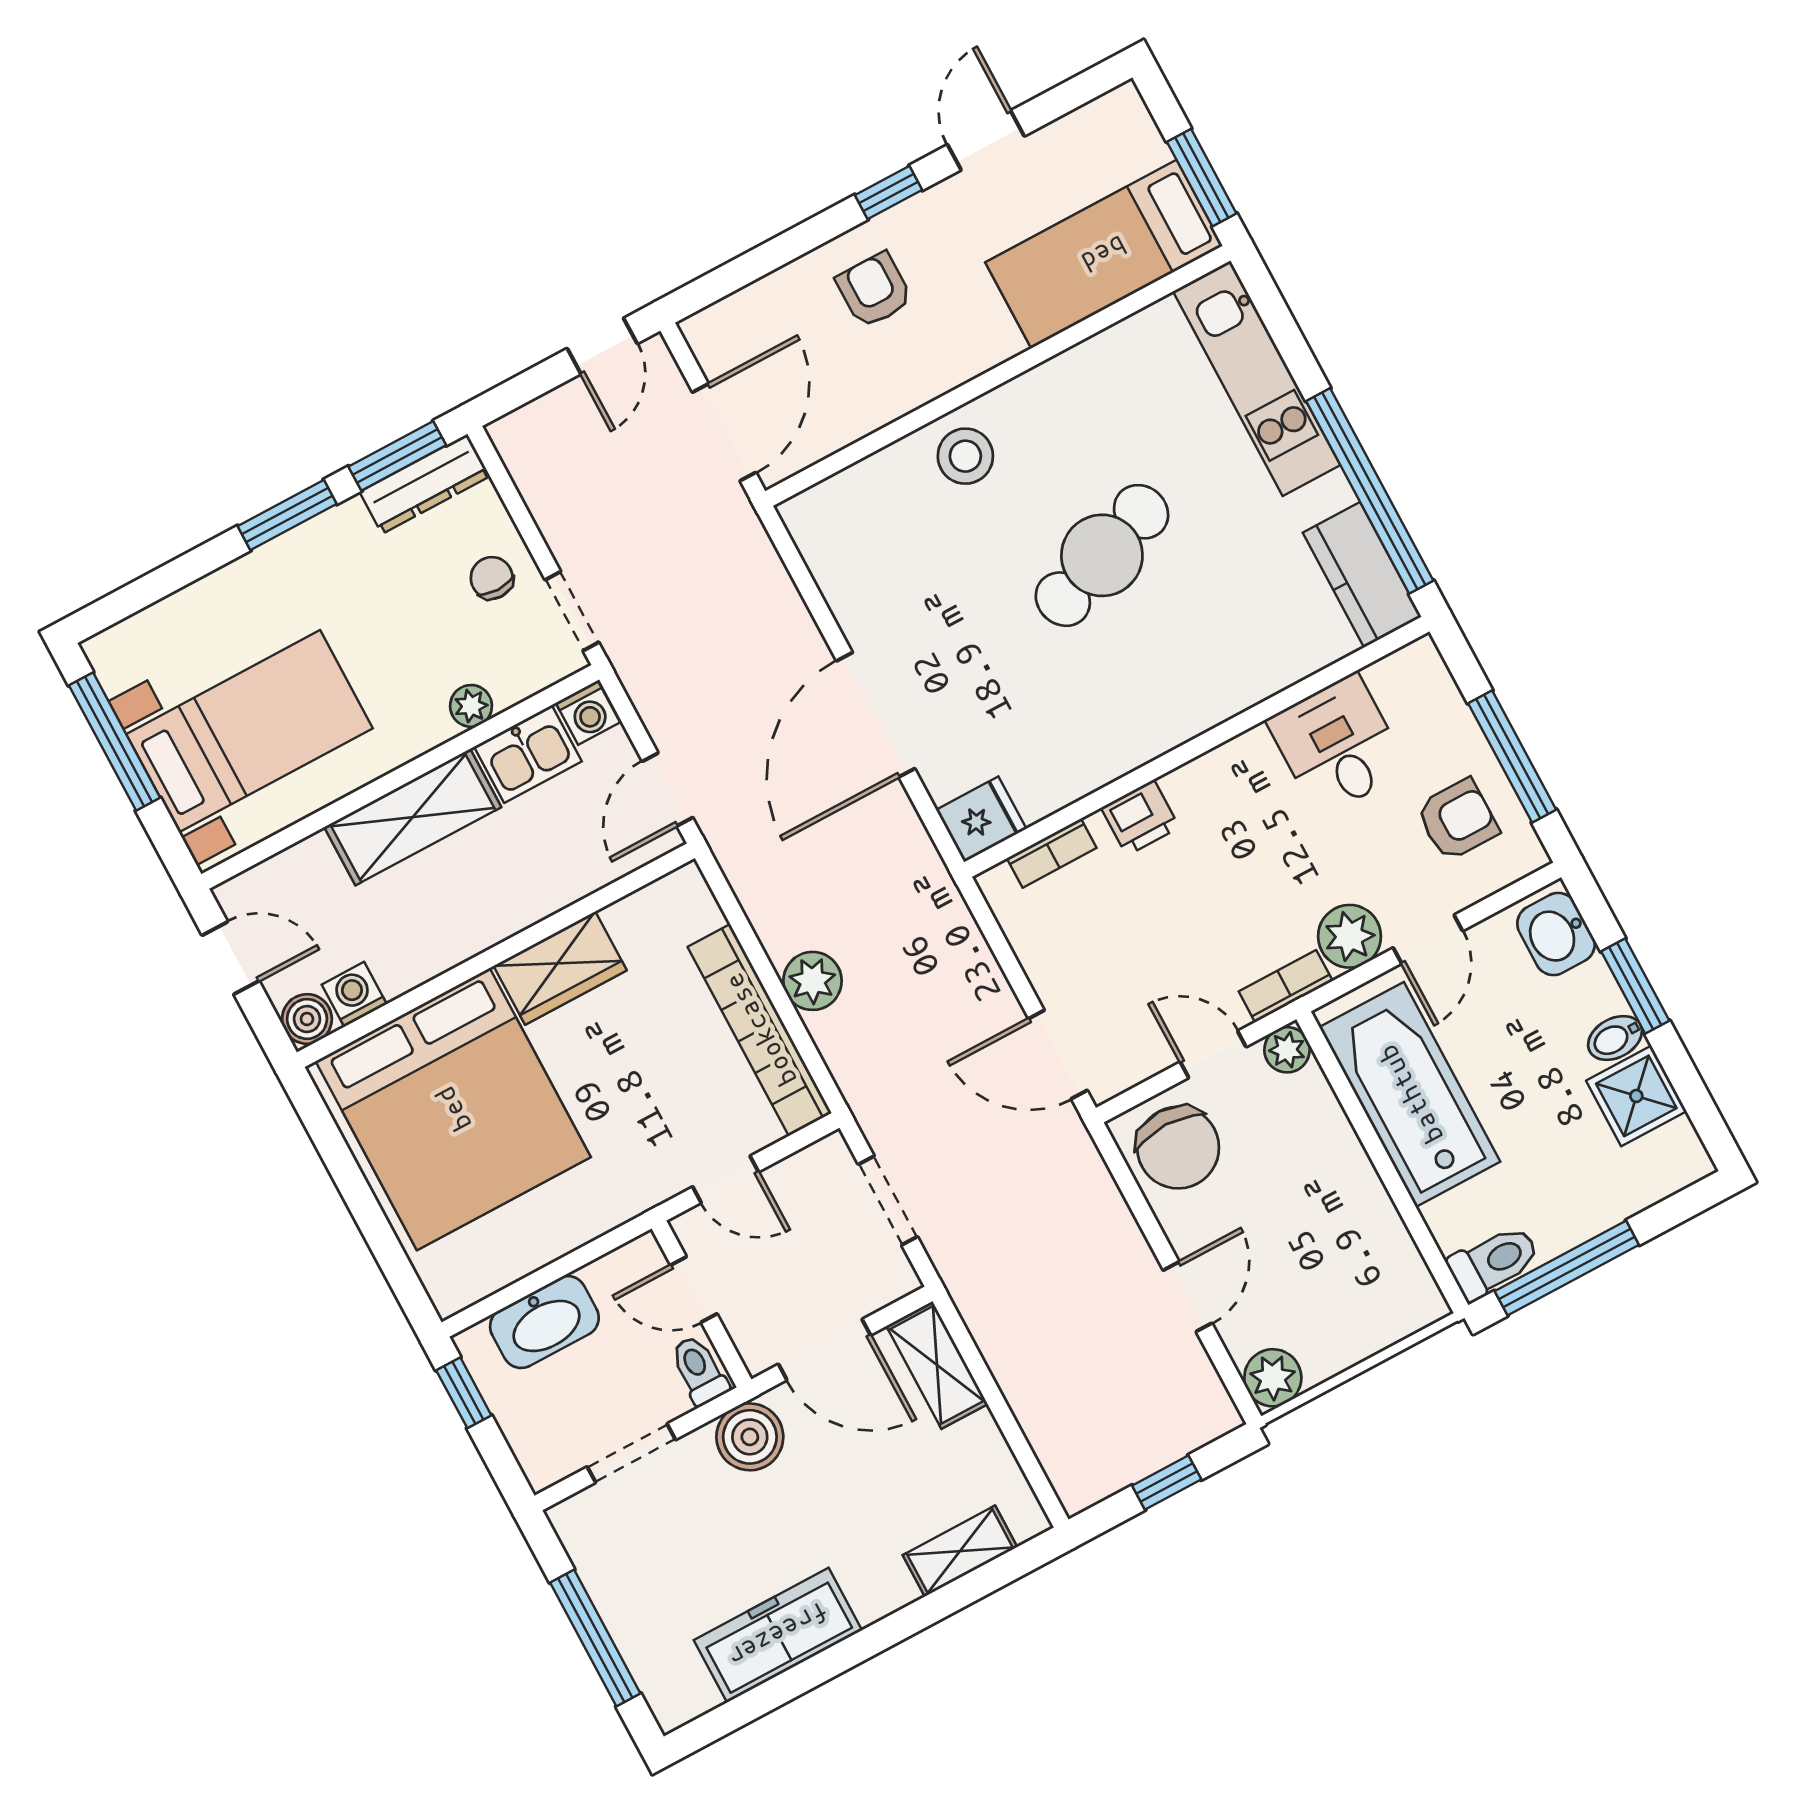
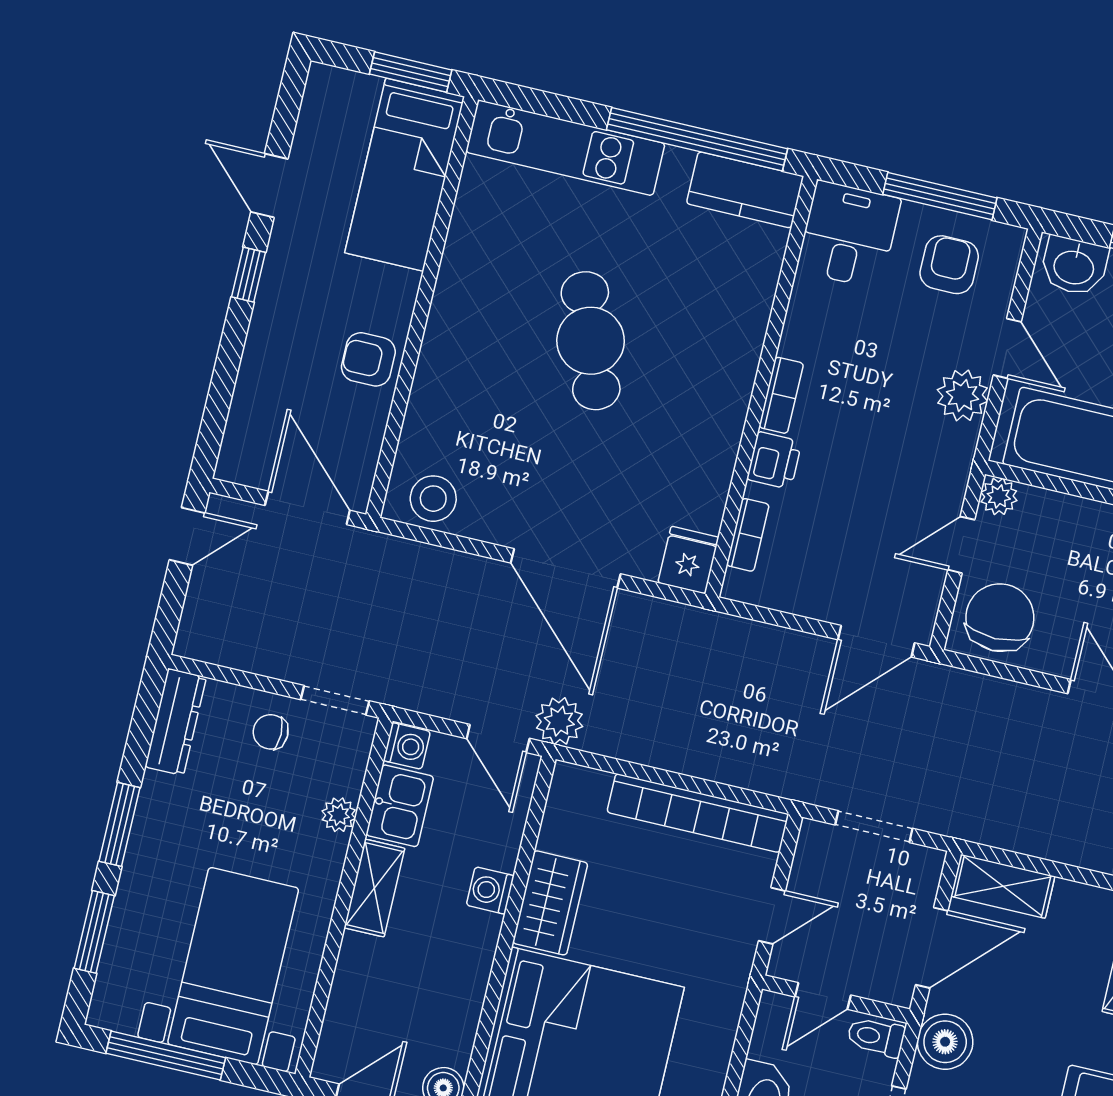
armchair: (874, 290) -> (368, 359), moved
door: (602, 346) -> (187, 536), hinge flipped
window: (397, 456) -> (94, 932), moved
stool: (965, 456) -> (433, 499), moved
desk: (1337, 745) -> (849, 235), moved, turned 90
shelving: (413, 817) -> (374, 888), width x0.67, depth x0.75
plant: (813, 981) -> (559, 721), moved
bookcase: (1286, 986) -> (781, 395), moved, turned 180
washing machine: (354, 994) -> (490, 890), moved
chair: (1178, 1148) -> (1000, 618), turned -90

